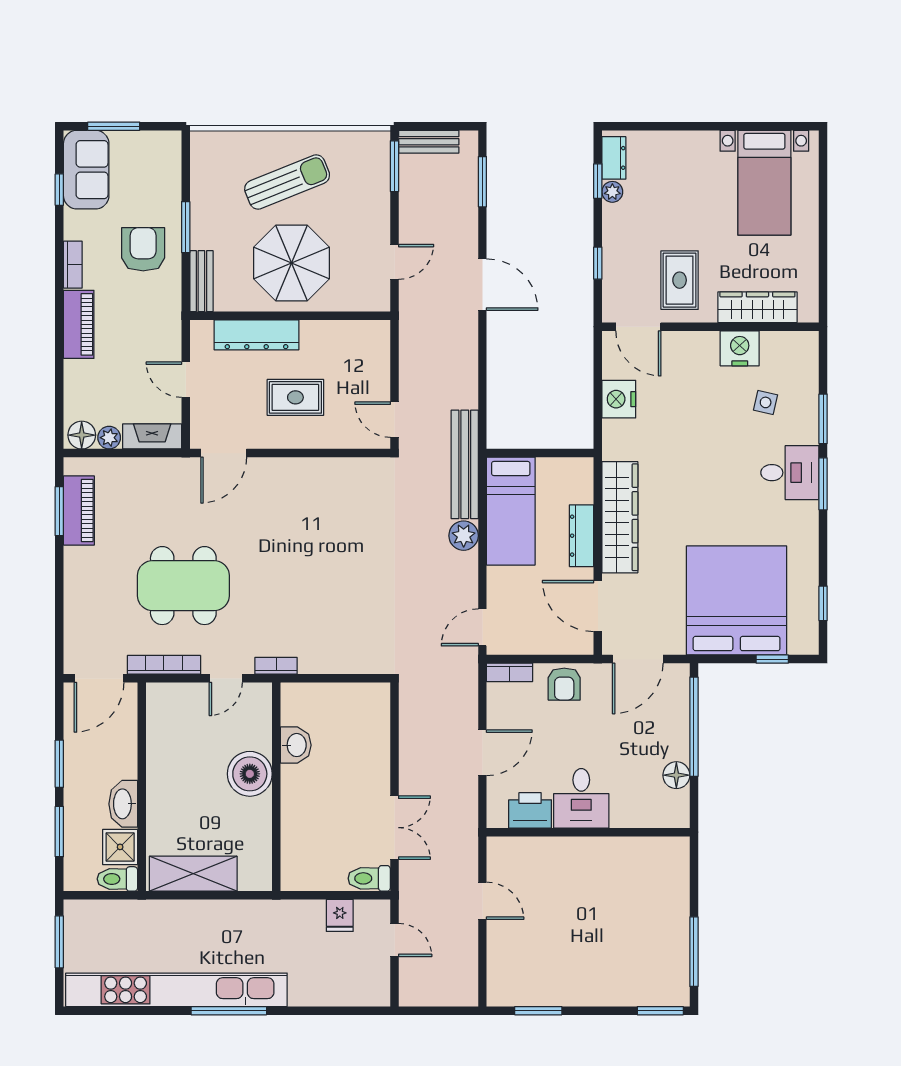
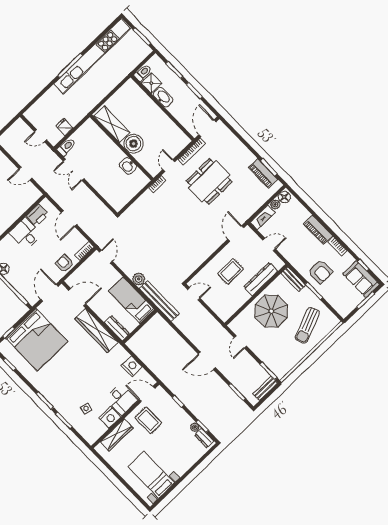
sun lounger: (287, 182) -> (307, 325), moved
desk: (790, 473) -> (121, 399), moved, turned -90
dresser: (582, 536) -> (117, 328), moved
shelving: (193, 874) -> (112, 124), moved, turned 90

